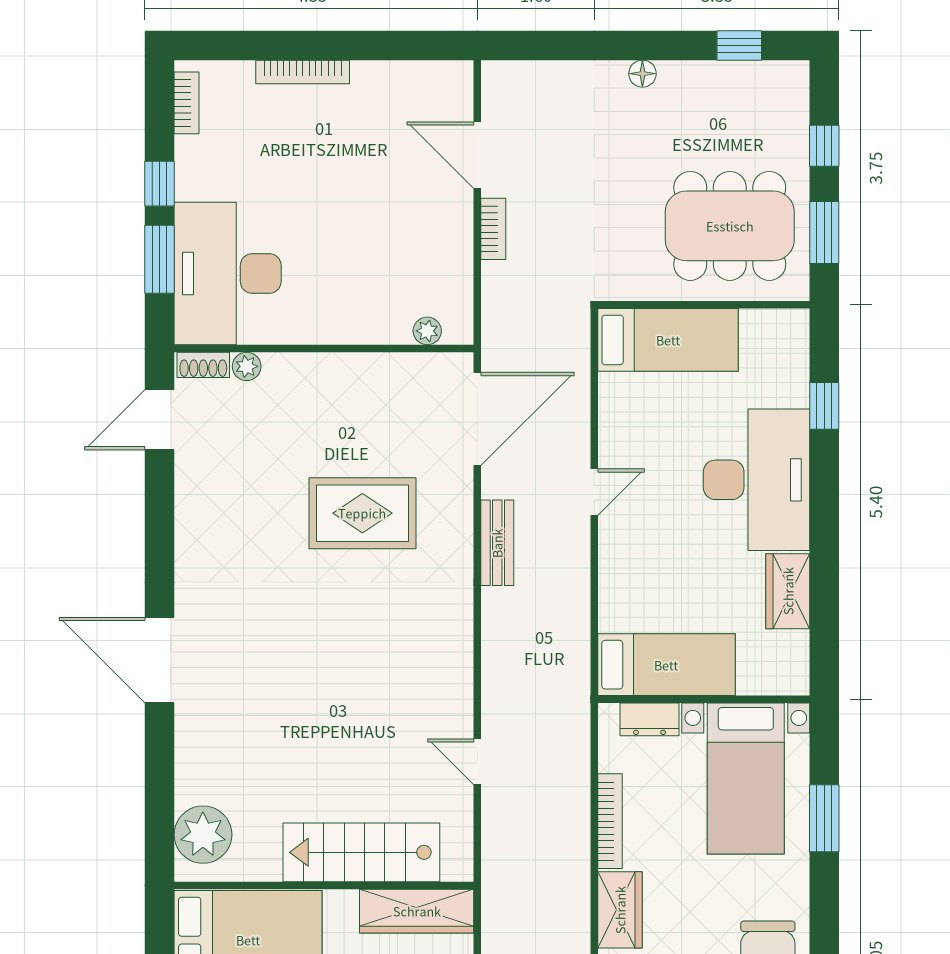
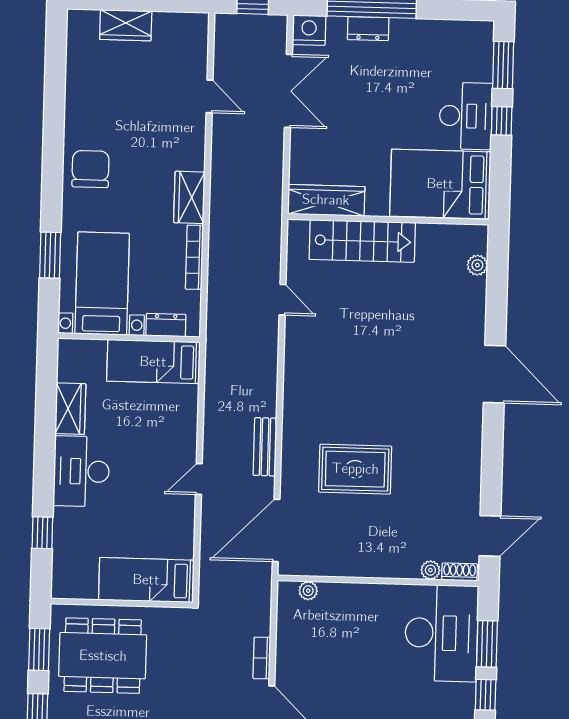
desk: (757, 480) -> (81, 471), width x0.73, depth x0.77
plant: (203, 835) -> (477, 265), width x0.53, depth x0.53

